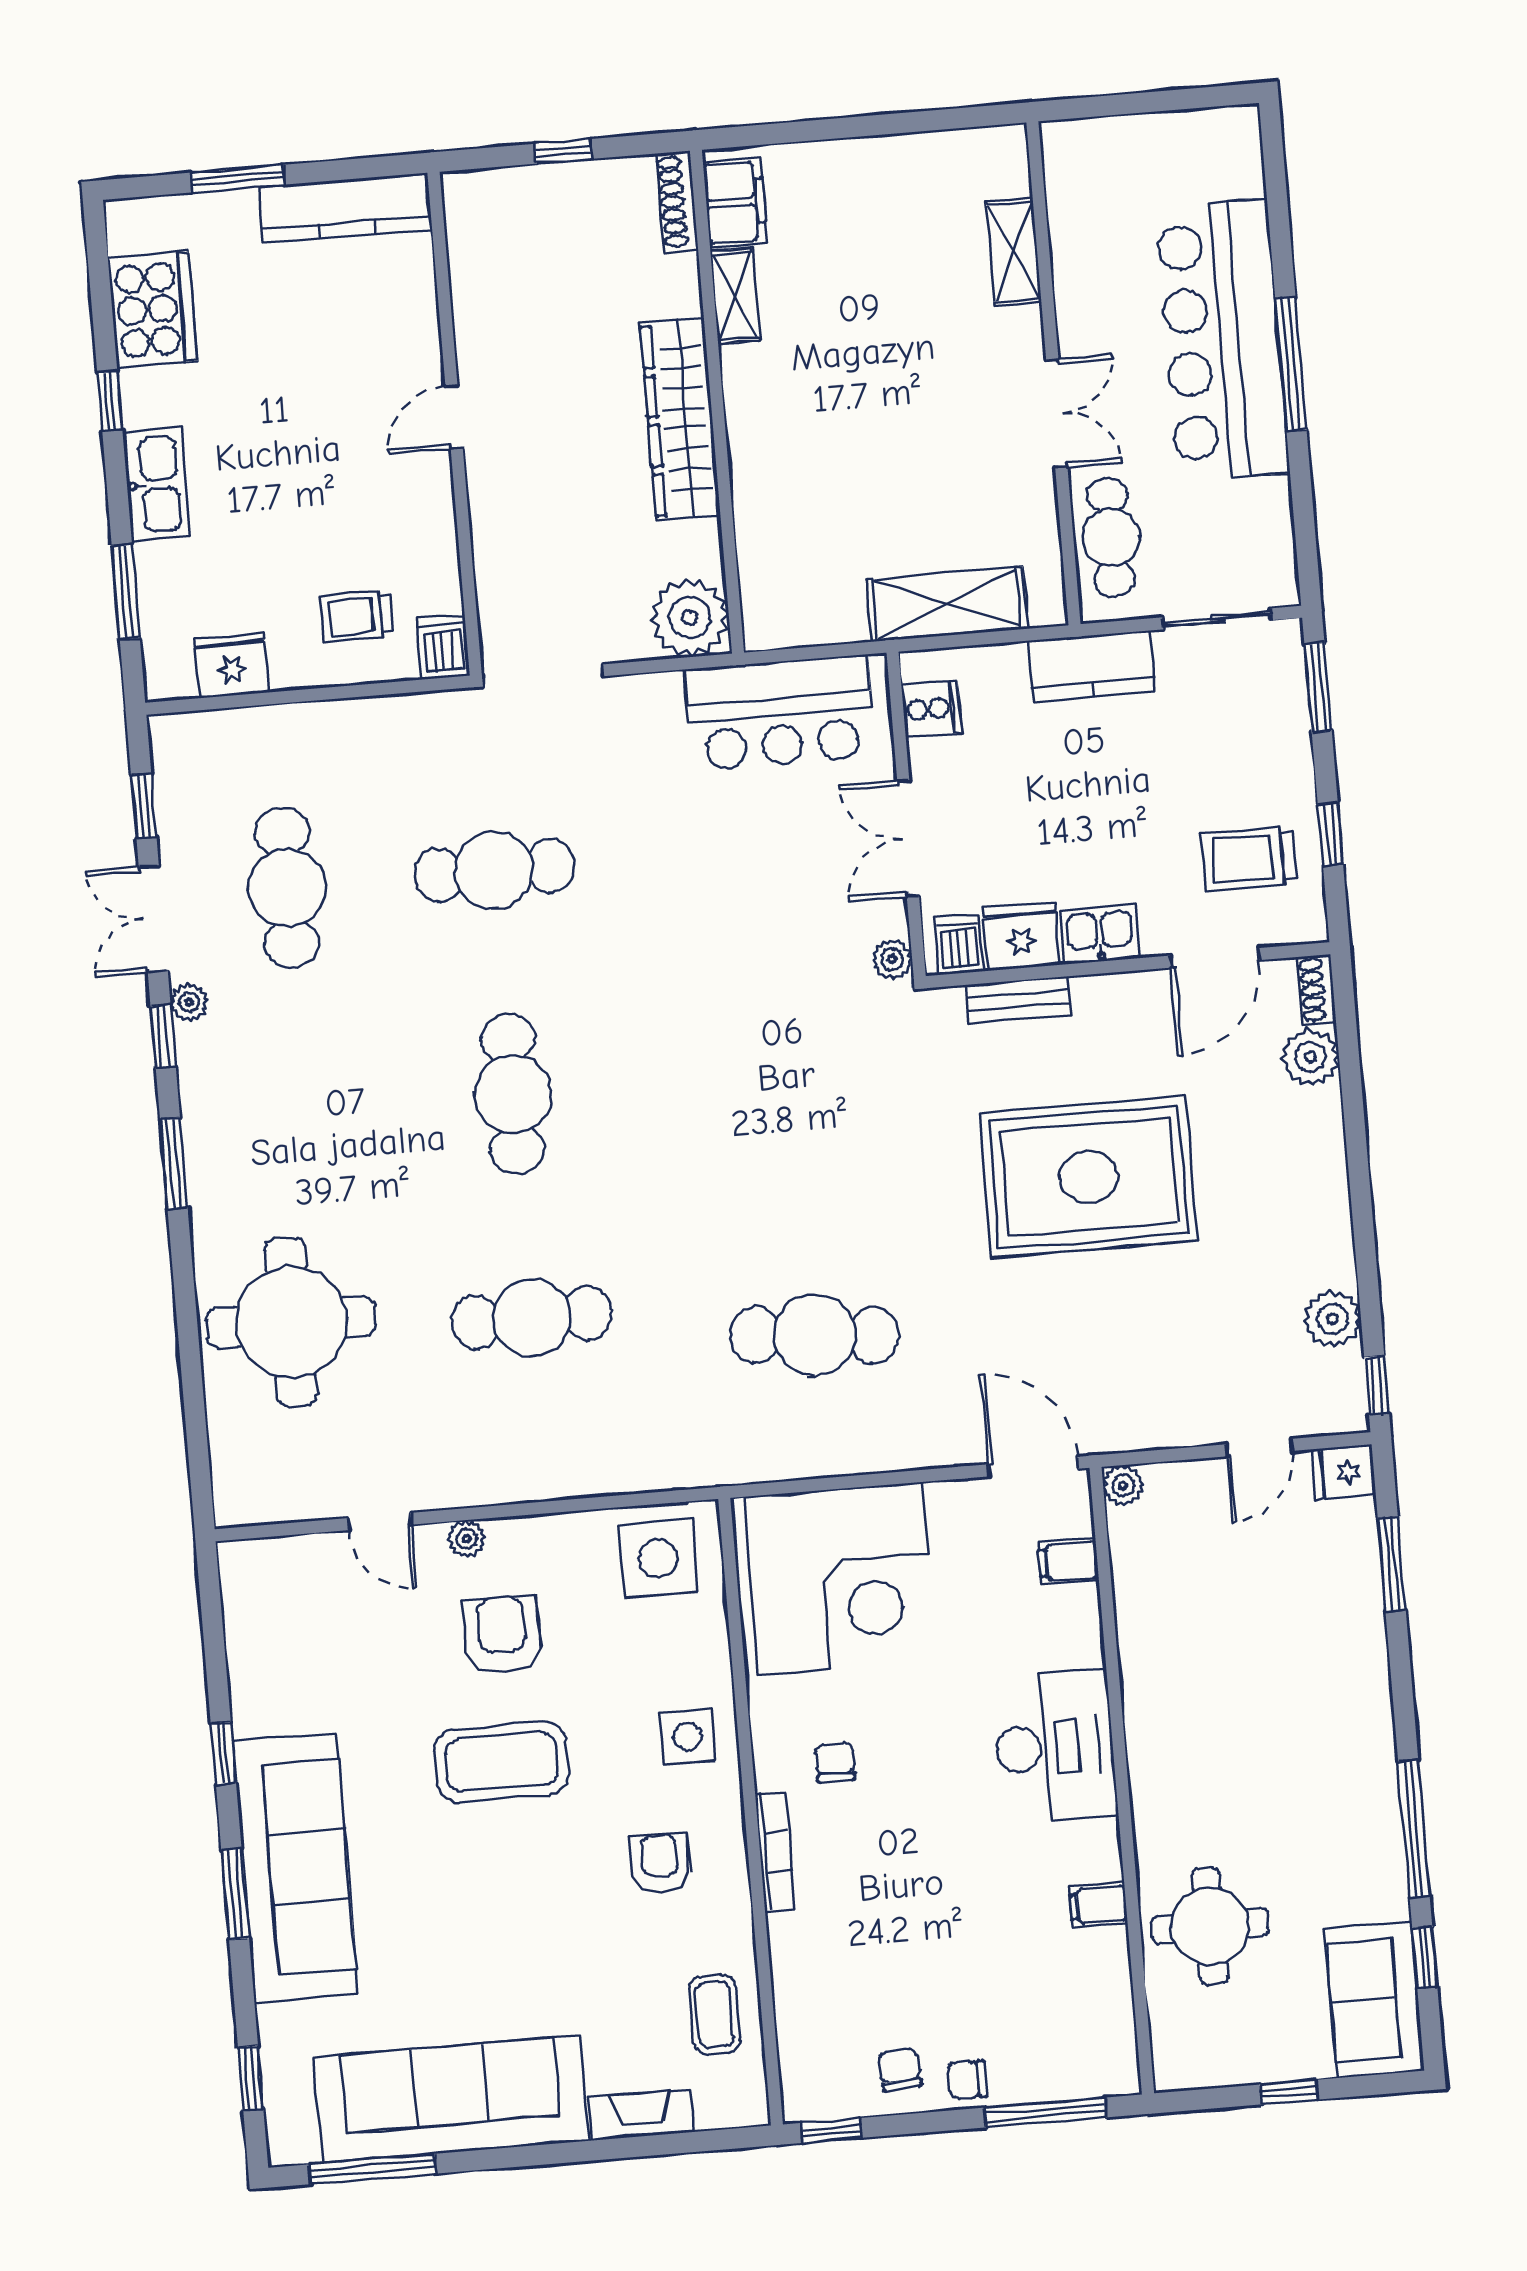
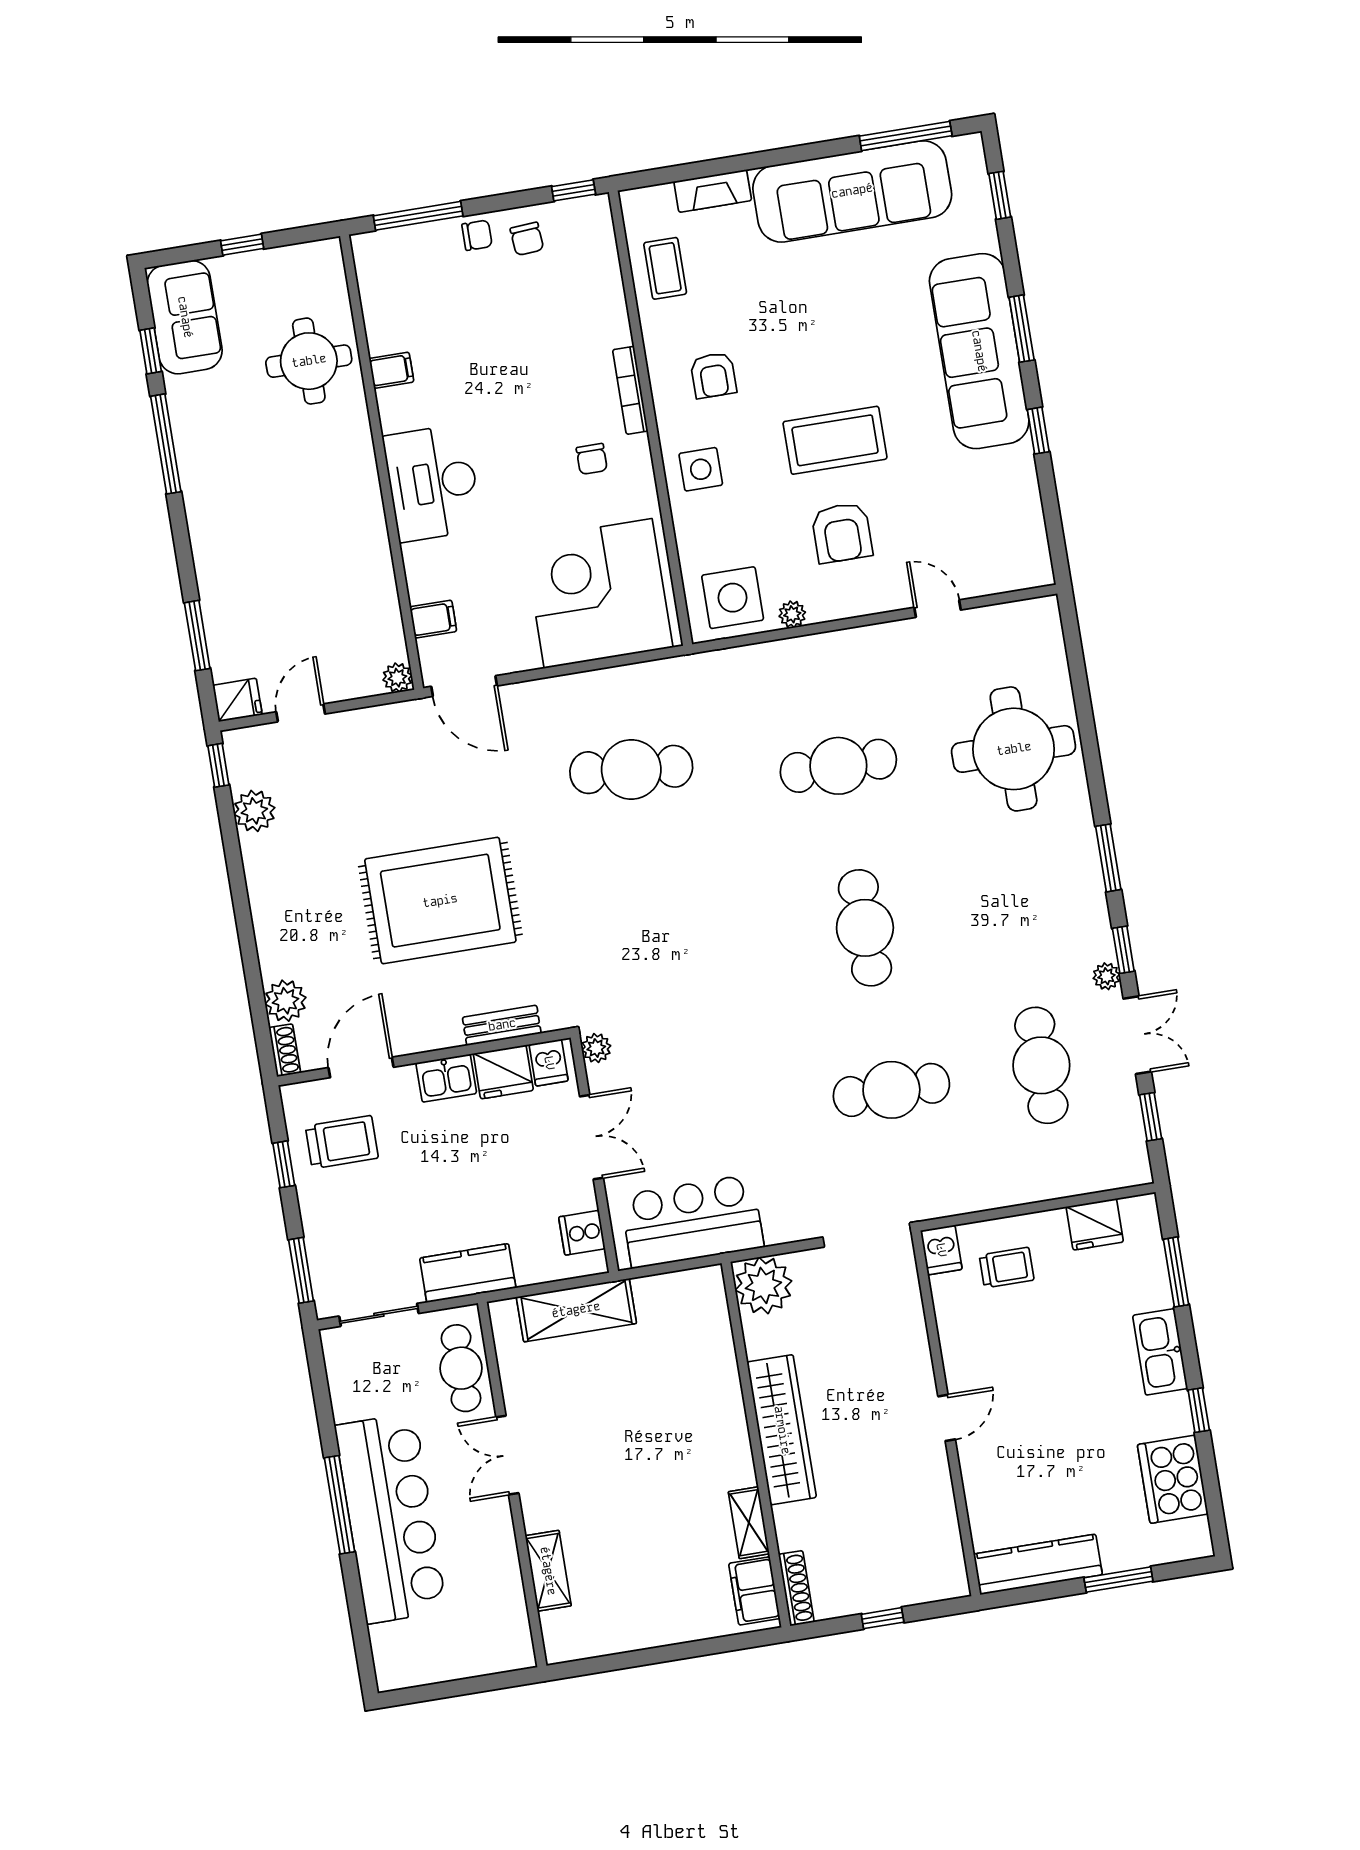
plant: (466, 1539) -> (792, 614), moved

